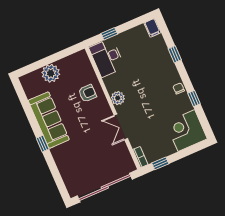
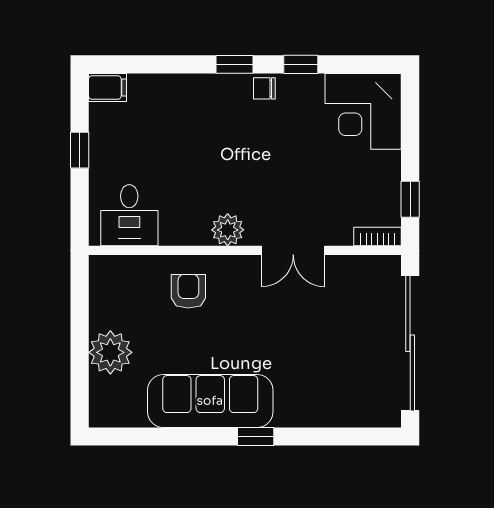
window: (109, 34) -> (80, 150), moved
window: (175, 54) -> (235, 64), moved
desk: (107, 58) -> (129, 215), width x0.73

